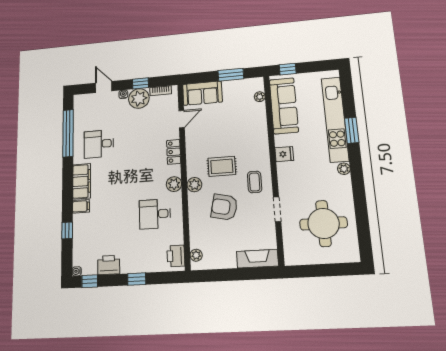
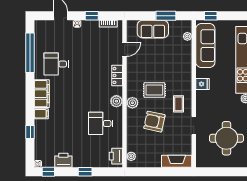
sofa: (202, 93) -> (153, 29), moved
plant: (139, 99) -> (90, 29), removed

